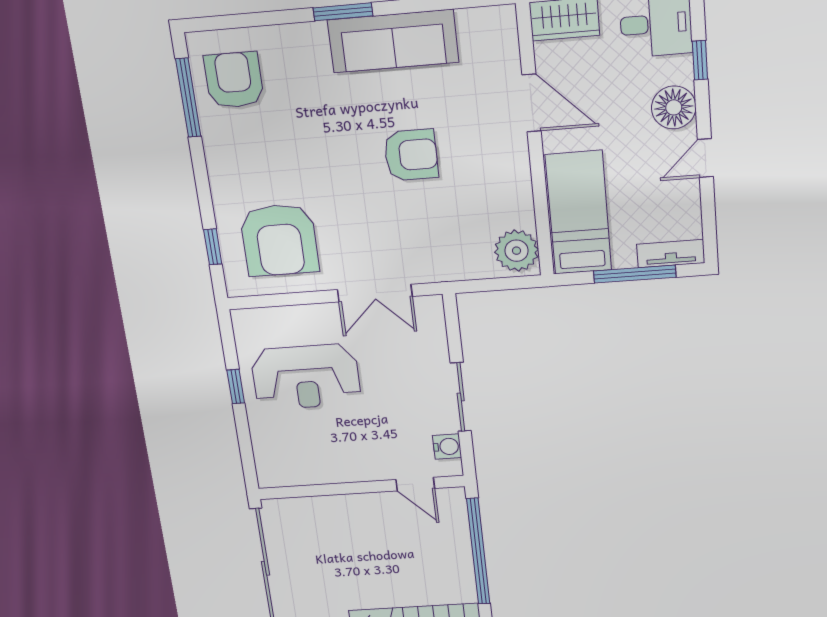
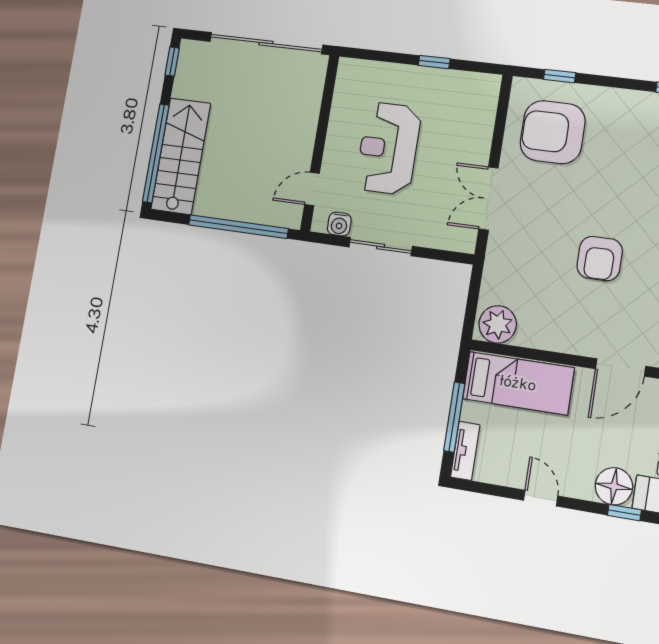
floor lamp: (674, 107) -> (614, 486), moved
reception desk: (306, 377) -> (388, 148), moved

